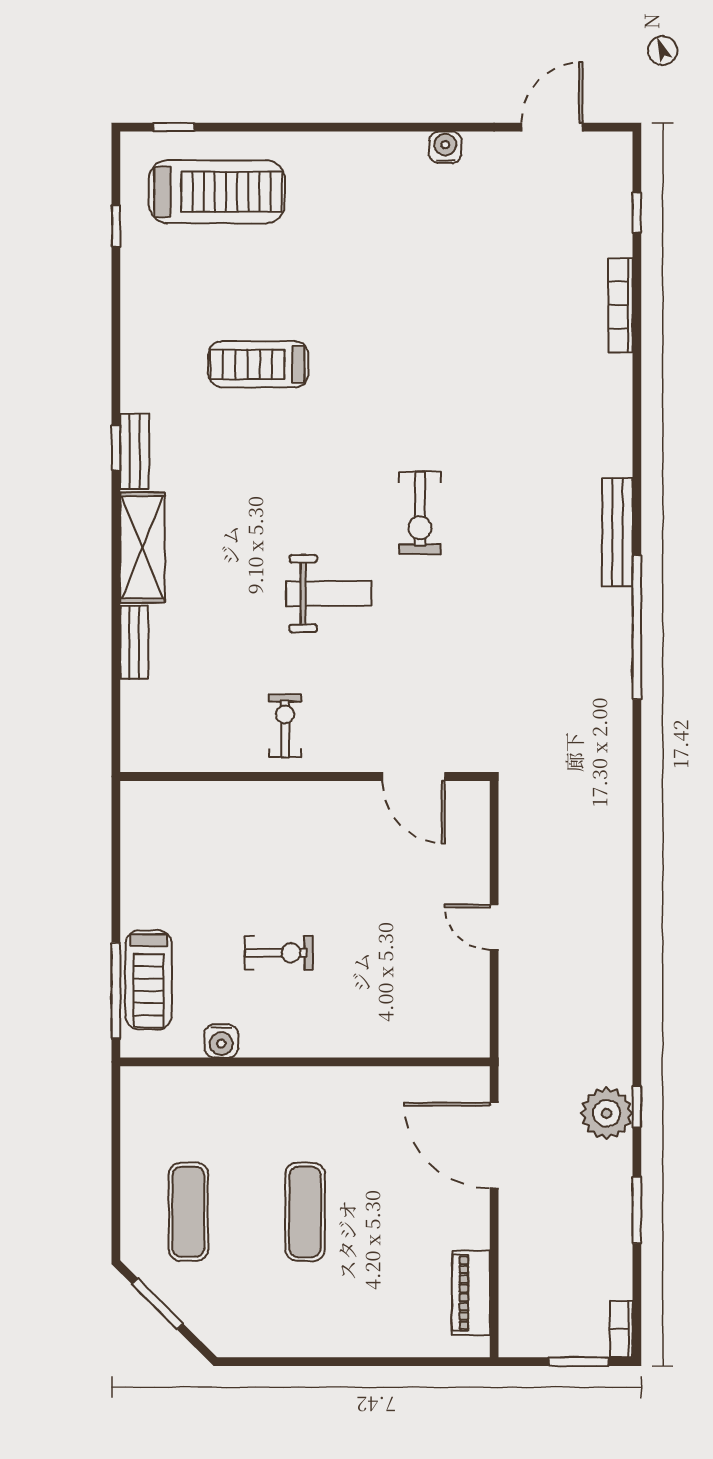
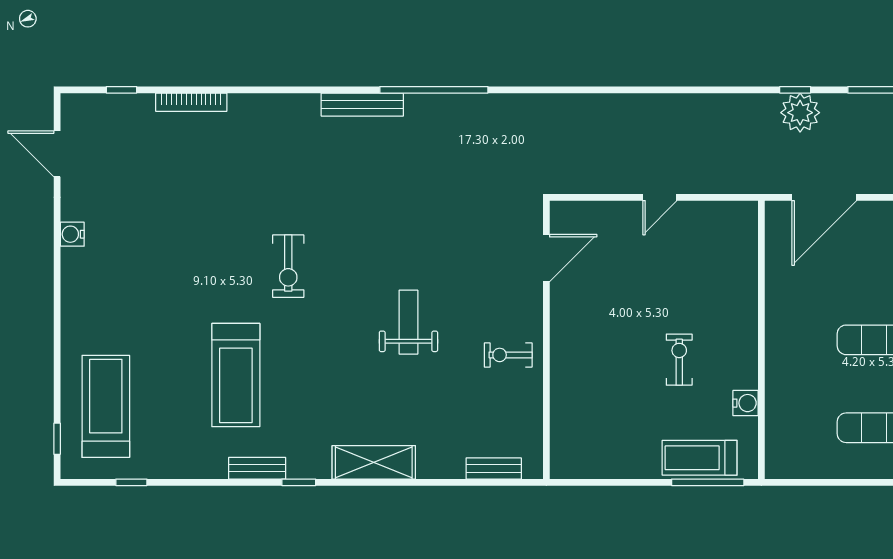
treadmill: (258, 364) -> (236, 375), width x1.37, depth x1.38
bench: (135, 452) -> (257, 468), moved
exercise bike: (420, 513) -> (288, 266), moved, turned 90
bench: (134, 642) -> (494, 469), moved
treadmill: (149, 980) -> (700, 458), turned 180

